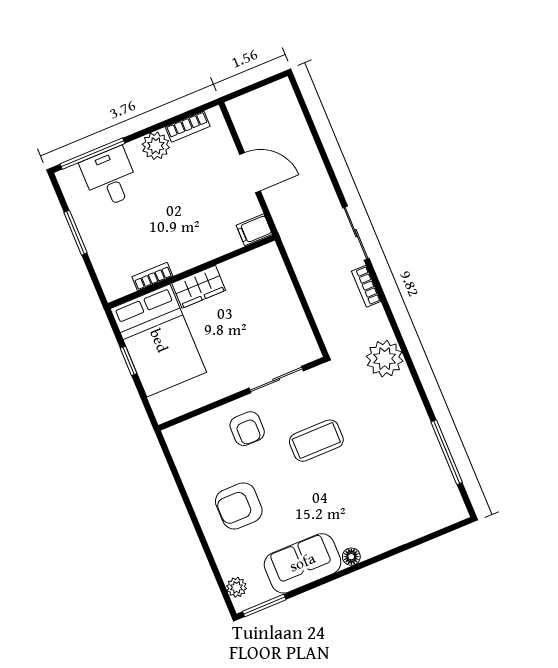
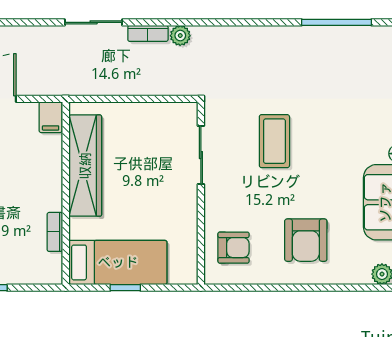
wardrobe: (199, 287) -> (85, 166), width x2.10, depth x1.17
bed: (158, 341) -> (118, 262), width x0.67
plant: (385, 359) -> (180, 36), moved, width x0.53, depth x0.53
armchair: (247, 429) -> (234, 248), moved

